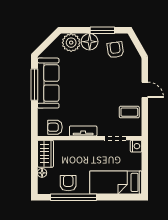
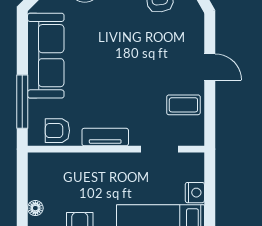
window: (34, 85) -> (22, 102), moved
nightstand: (136, 146) -> (195, 193), moved
wardrobe: (45, 154) -> (41, 176), removed

